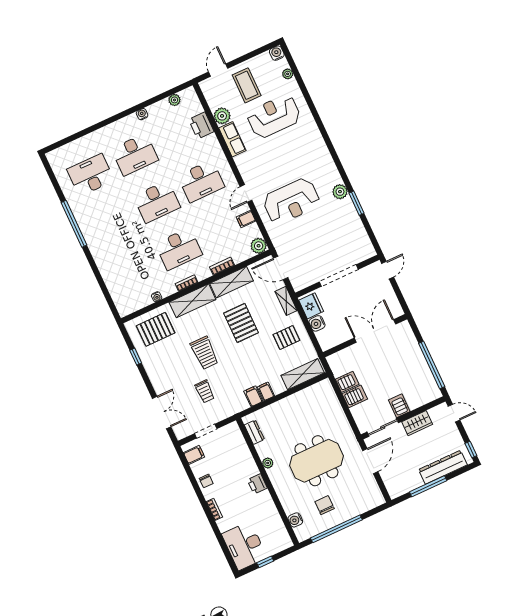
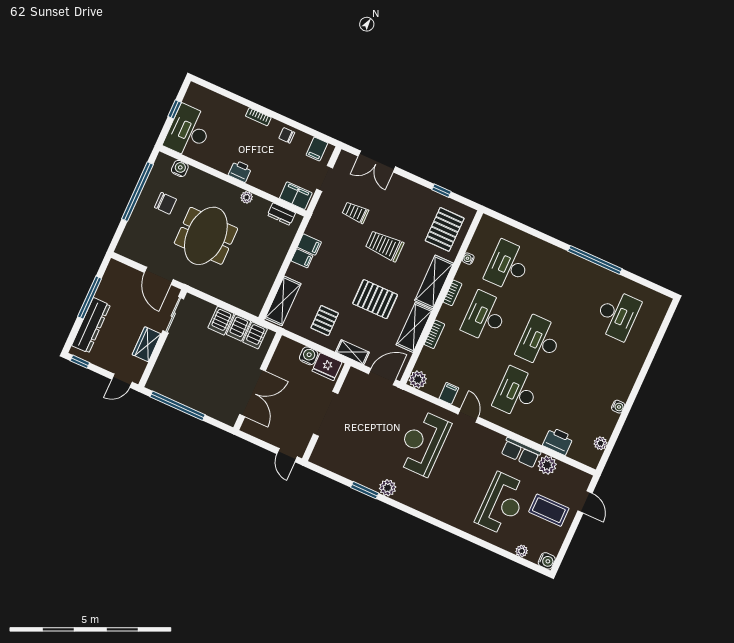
desk: (135, 154) -> (508, 266), moved
server rack: (399, 406) -> (255, 335), moved, turned 90
filing cabinet: (234, 436) -> (296, 196), added
desk: (244, 546) -> (188, 131), moved, turned -90

